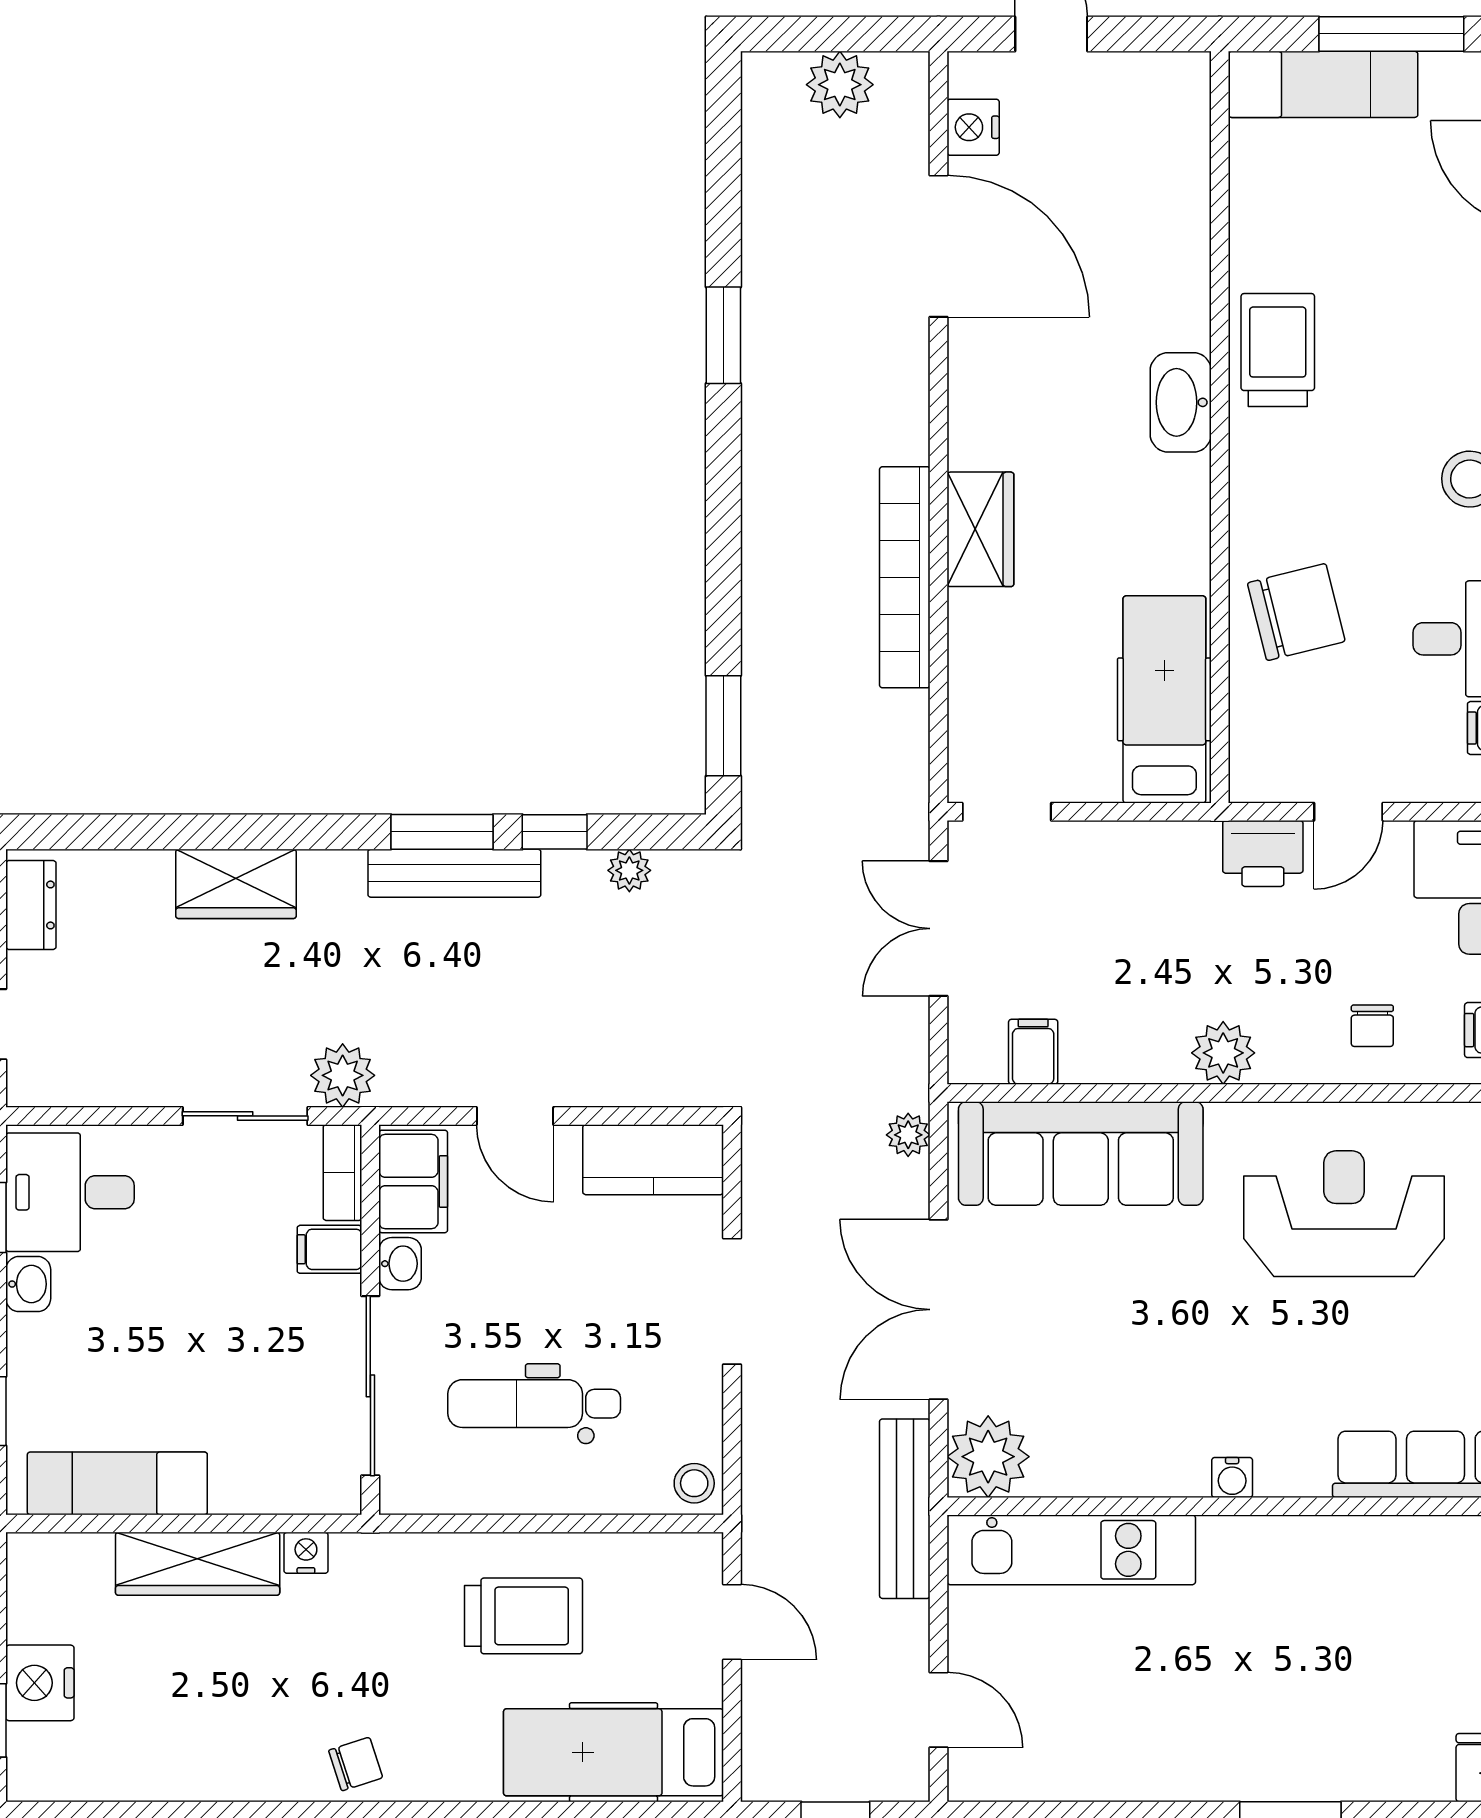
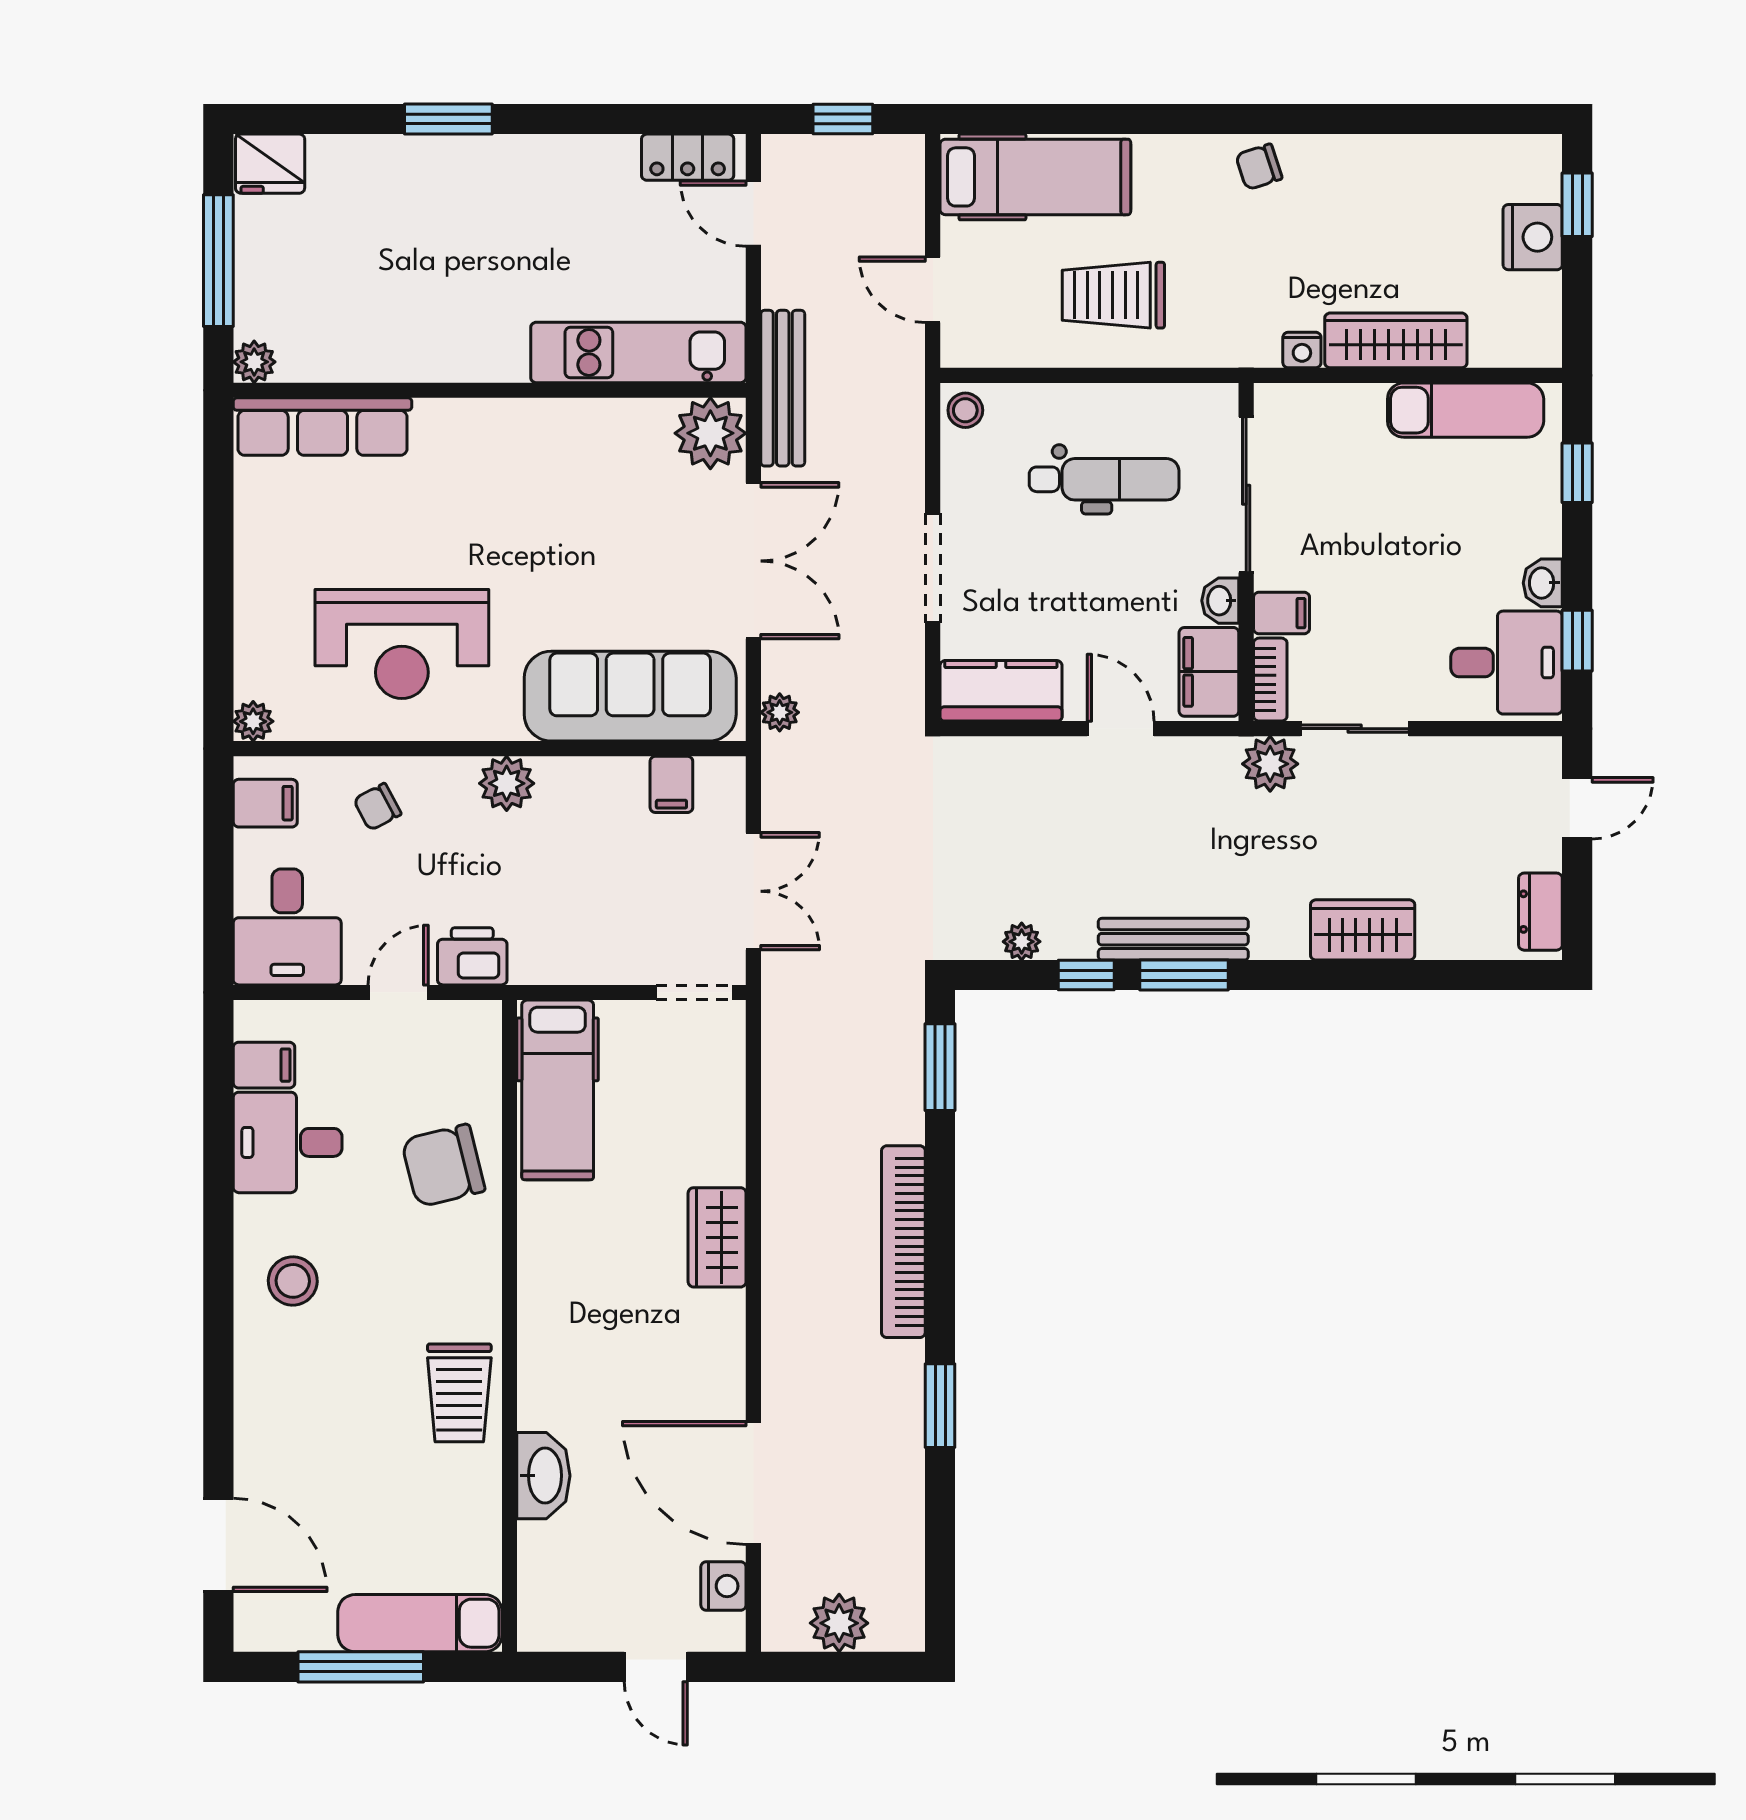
washbasin: (1181, 402) -> (543, 1476), moved
bookcase: (905, 577) -> (903, 1242), moved, turned 180
chair: (1372, 1026) -> (377, 807), turned -118
water cooler: (1232, 1477) -> (499, 415), removed
locker: (1014, 1775) -> (688, 157), added

